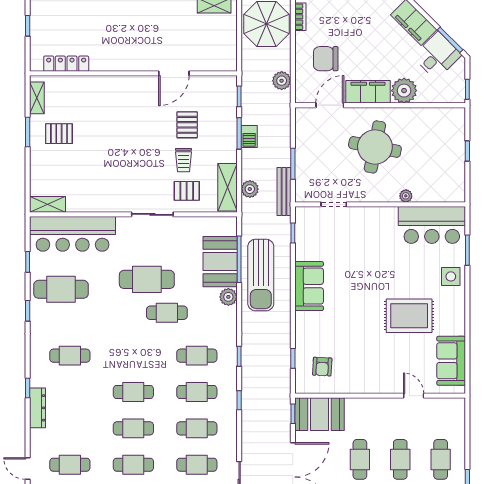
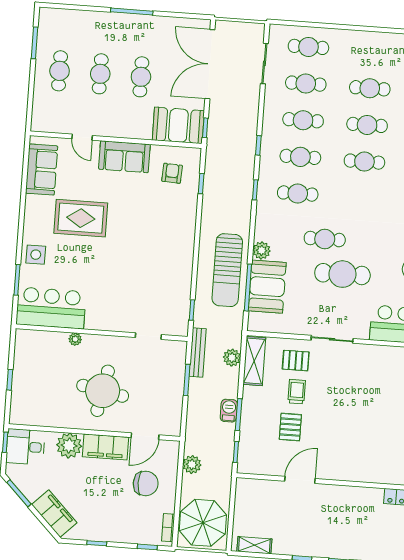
desk: (437, 56) -> (25, 447), moved, turned 45
sun lounger: (261, 275) -> (227, 270), turned 180
sofa: (309, 286) -> (124, 157), moved, turned -90

